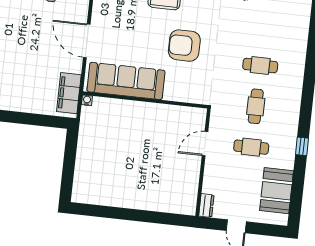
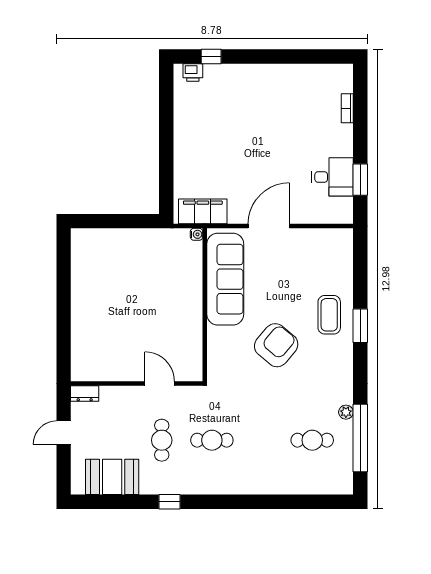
armchair: (184, 46) -> (276, 345), turned 40
cafe table: (260, 66) -> (312, 440), moved, turned 90

